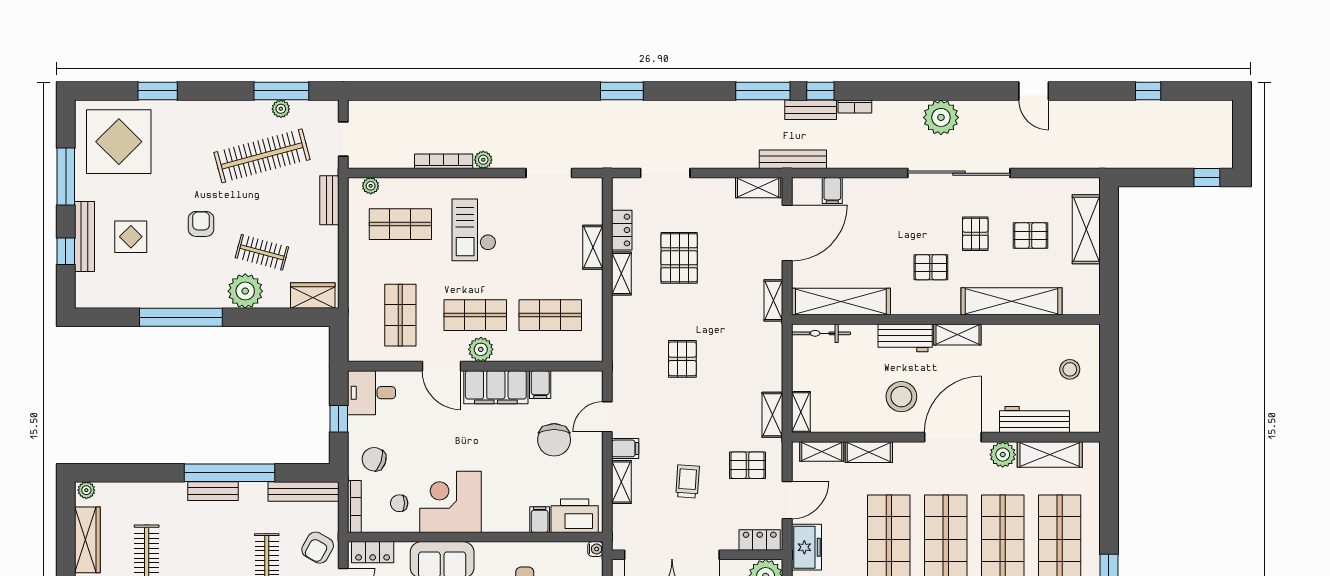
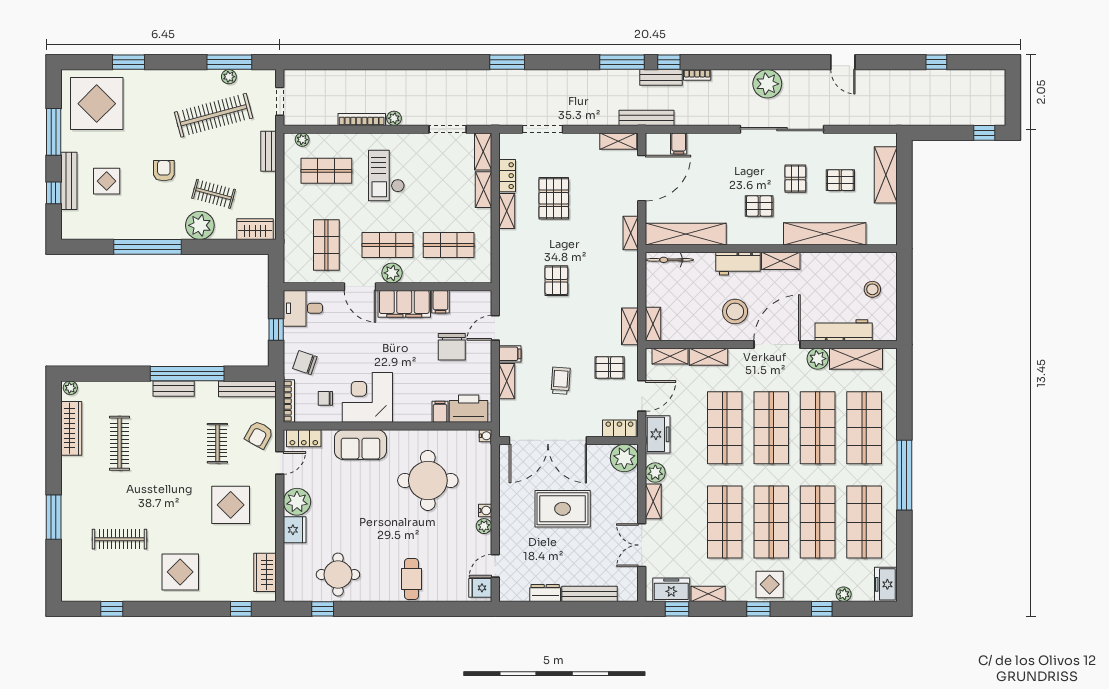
shelving: (593, 200) -> (483, 151), added

